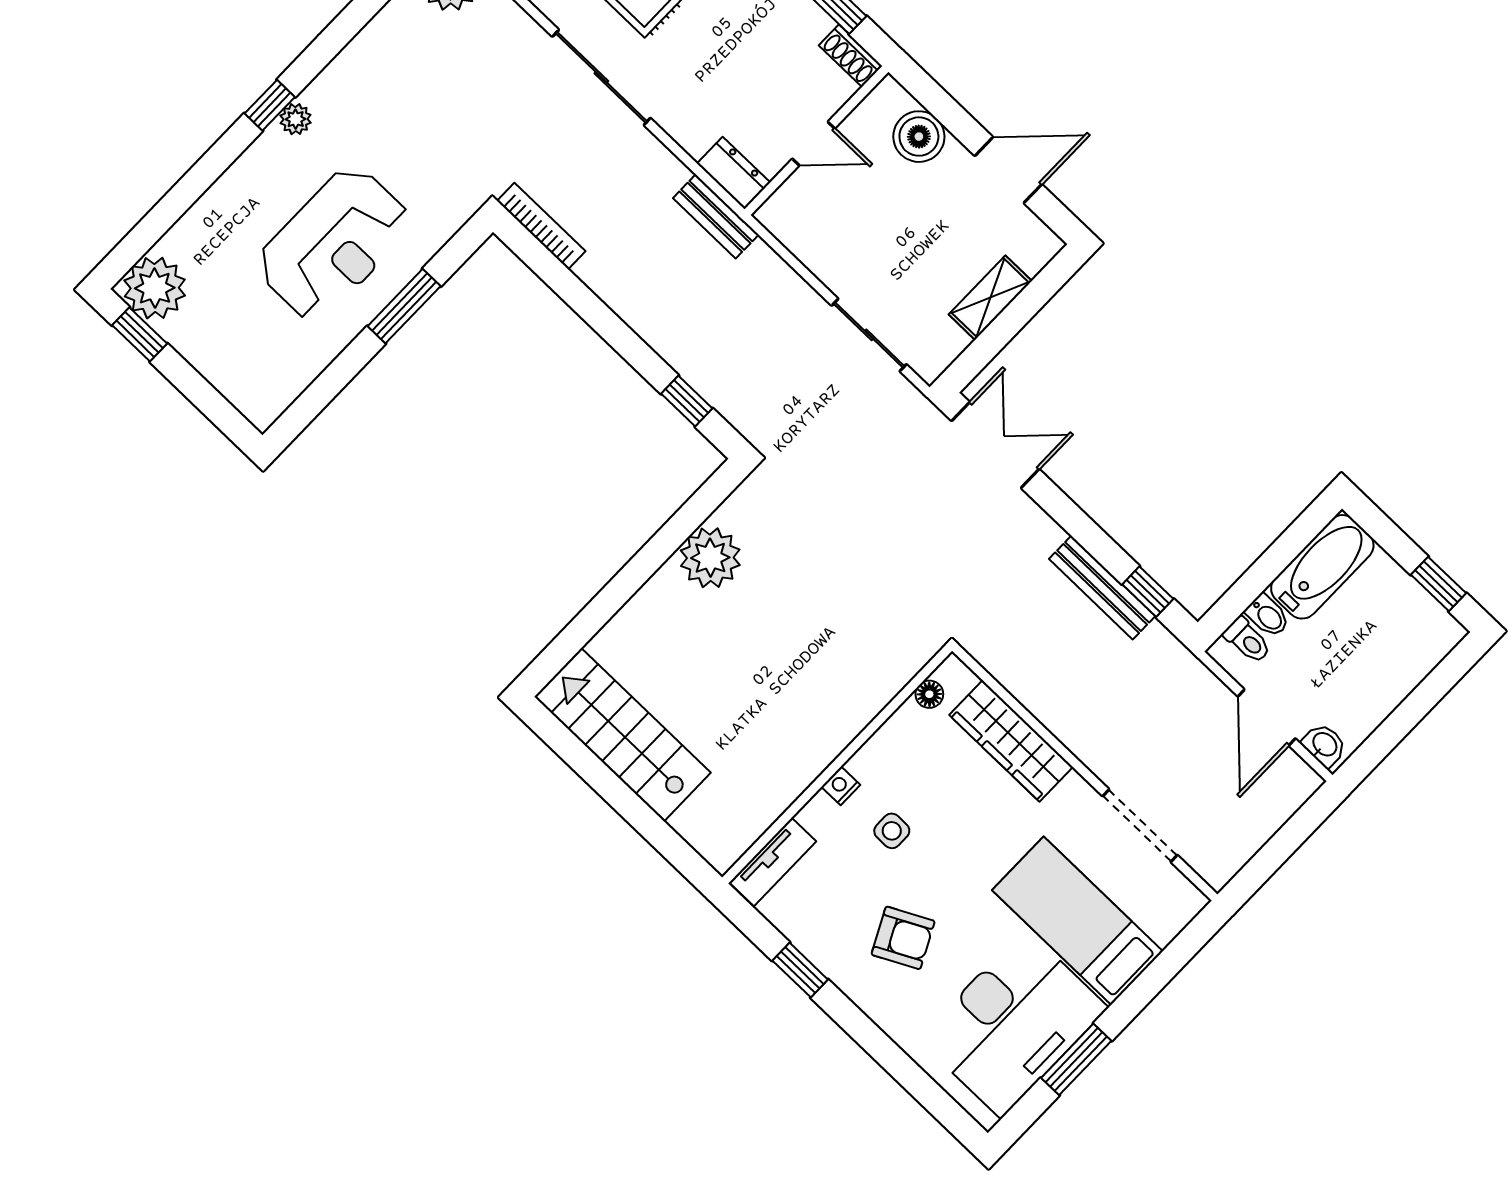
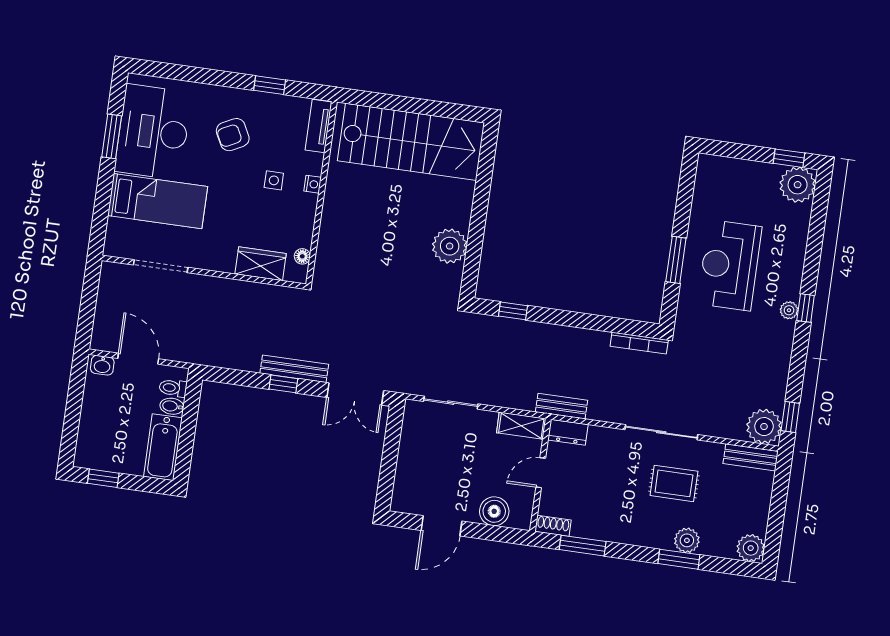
shelving: (990, 298) -> (521, 426), moved, turned 90
bench: (1102, 588) -> (294, 369), moved
window: (1148, 592) -> (283, 384), moved
stairs: (623, 735) -> (411, 142), width x1.36, depth x1.51
wardrobe: (1011, 741) -> (261, 264), width x0.67

